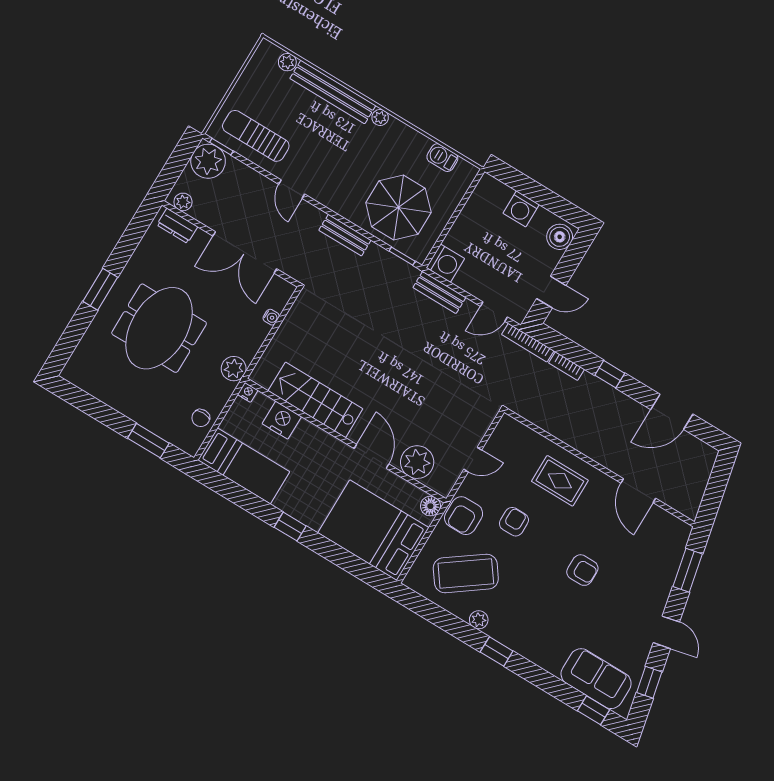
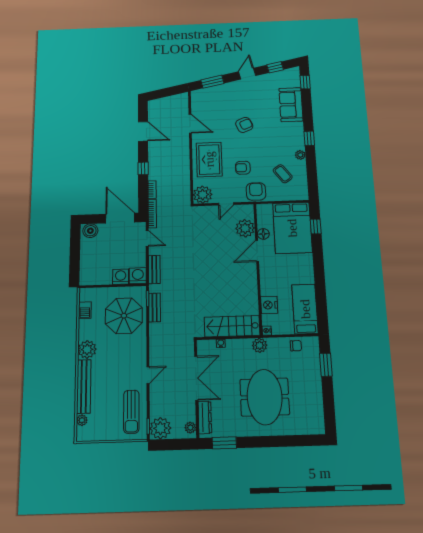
plant: (380, 117) -> (87, 349), width x1.88, depth x1.88
washing machine: (521, 209) -> (121, 277), moved, turned -90
dresser: (177, 226) -> (205, 417), width x1.44
bench: (345, 235) -> (155, 307), moved
window: (100, 289) -> (224, 443), moved
door: (551, 292) -> (120, 218), width x1.88
meeting table: (159, 328) -> (265, 397), turned 90
stairs: (315, 400) -> (232, 326), moved, turned 90
plant: (510, 435) -> (203, 195), added
door: (473, 460) -> (226, 204), swing flipped
rug: (560, 481) -> (209, 159), width x1.36, depth x1.43
door: (638, 491) -> (190, 124), hinge flipped
floor lamp: (430, 506) -> (263, 234), moved
armchair: (464, 516) -> (256, 192), turned -90
window: (290, 527) -> (316, 226), moved
armchair: (582, 570) -> (244, 125), turned 67
coffee table: (466, 573) -> (283, 174), width x0.54, depth x0.58
sofa: (596, 679) -> (291, 105), moved

